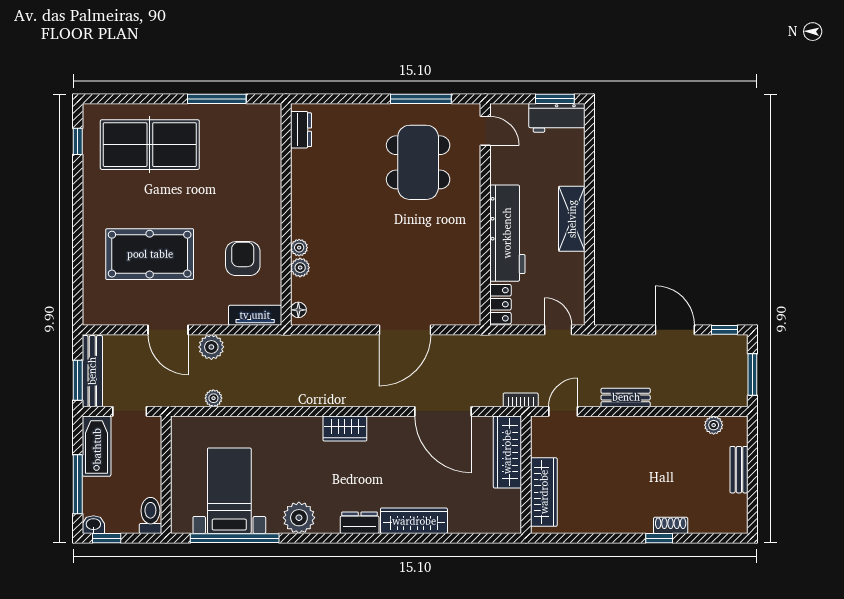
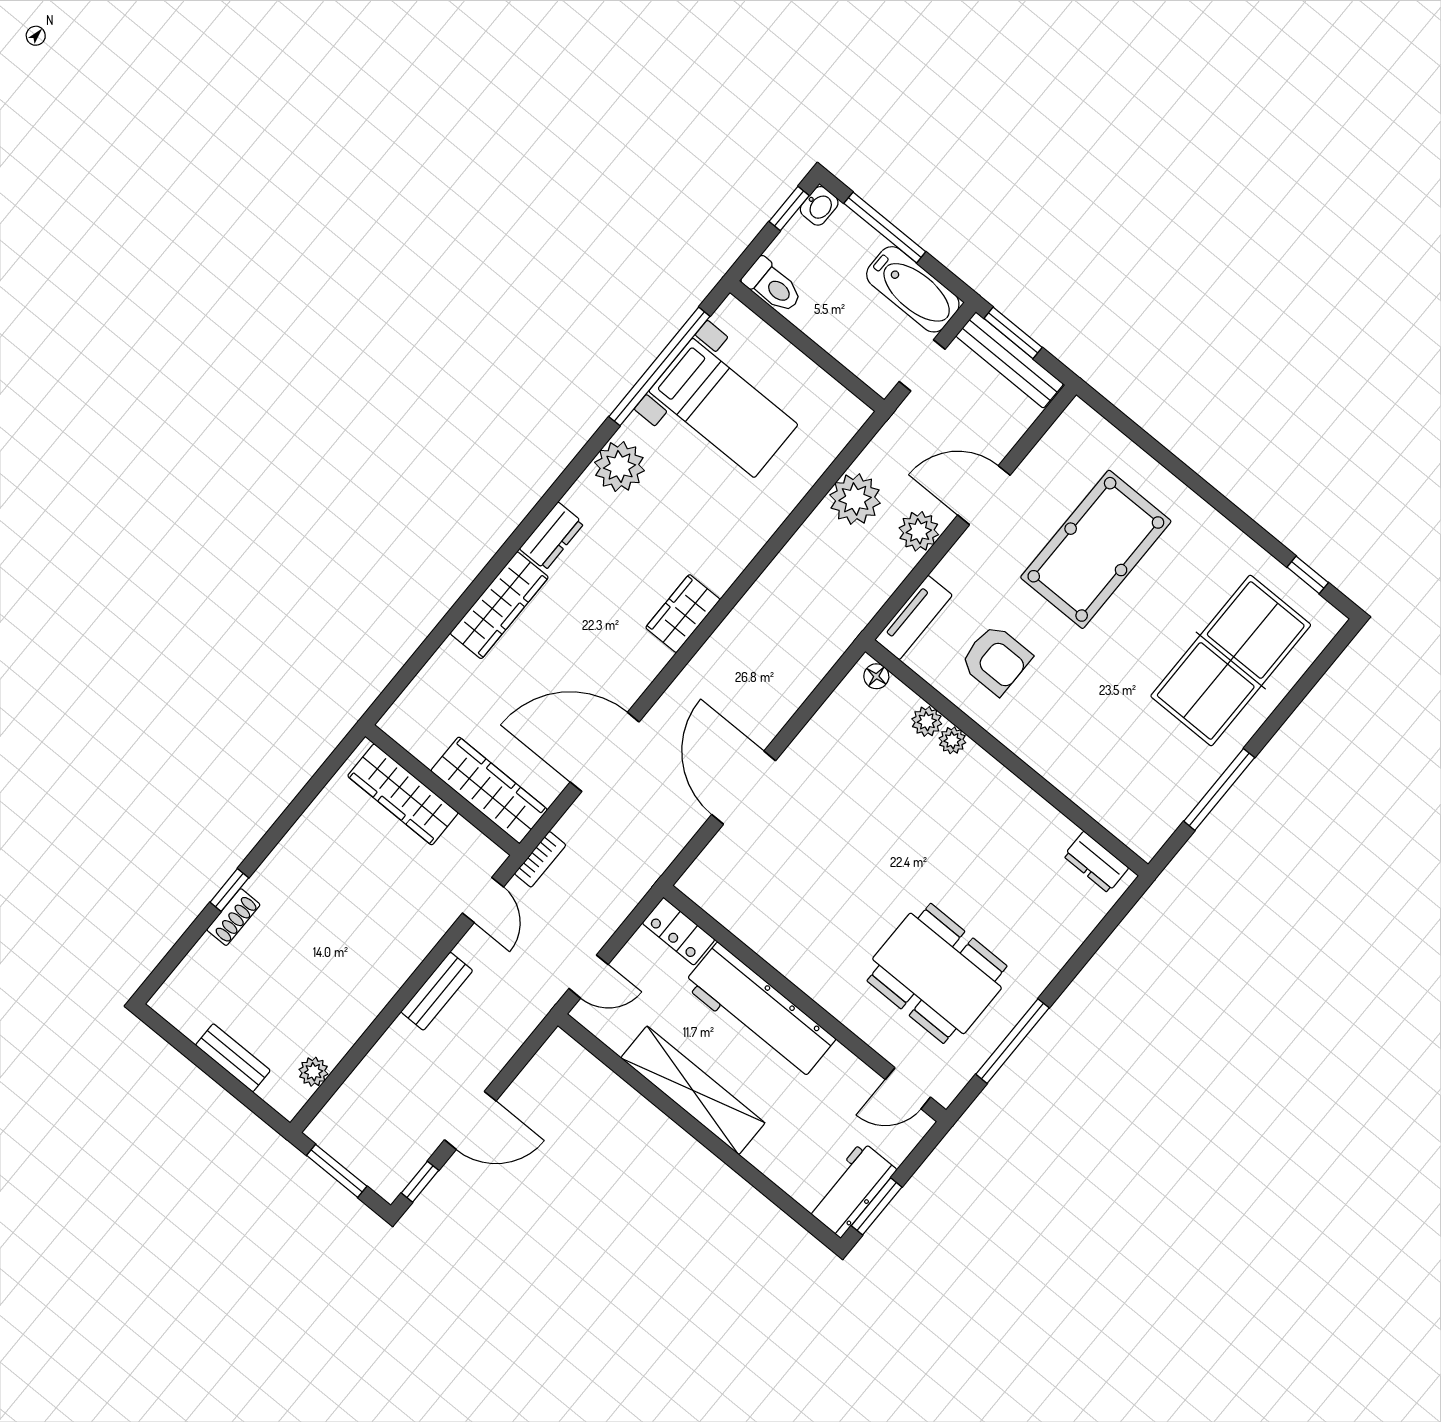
shelving: (572, 219) -> (693, 1090), width x1.47
plant: (213, 398) -> (855, 499), width x1.88, depth x1.88

